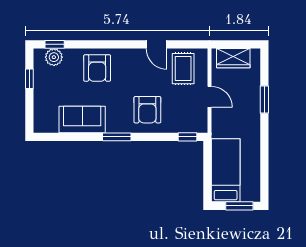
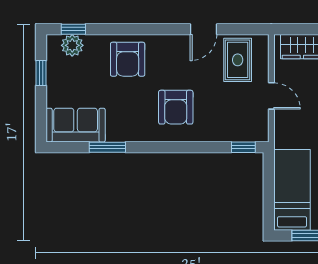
door: (156, 44) -> (204, 29), hinge flipped
armchair: (147, 110) -> (176, 107), moved
sofa: (82, 120) -> (76, 125), moved
window: (117, 137) -> (107, 147), moved

